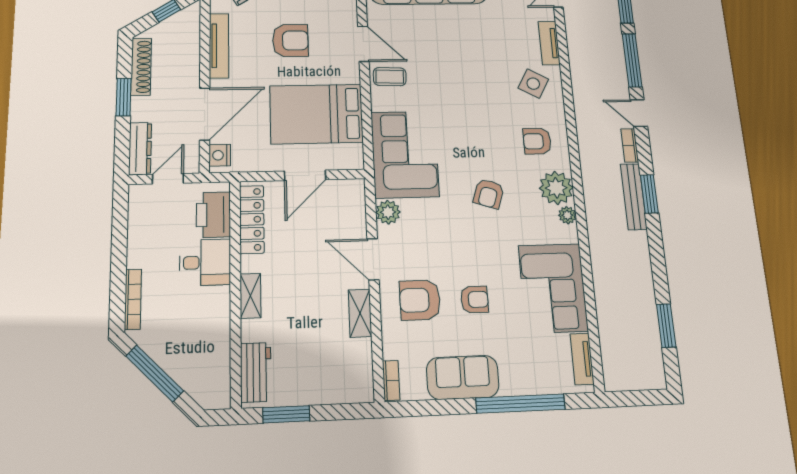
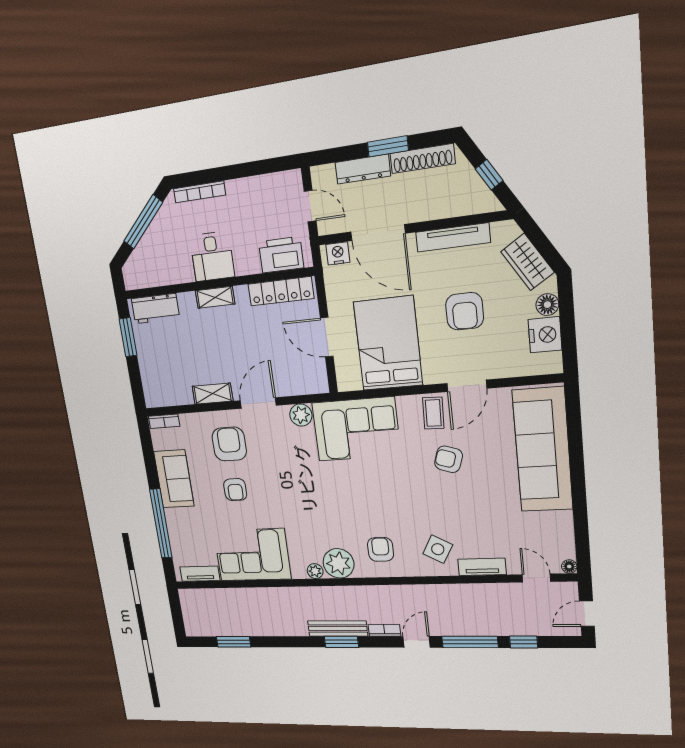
dresser: (140, 149) -> (363, 169), moved
armchair: (489, 194) -> (448, 459), moved
desk: (205, 262) -> (212, 256), moved

